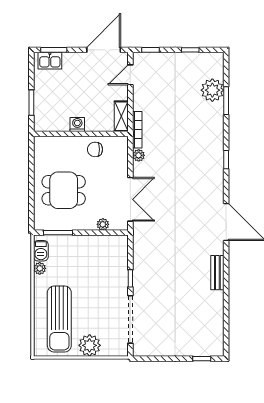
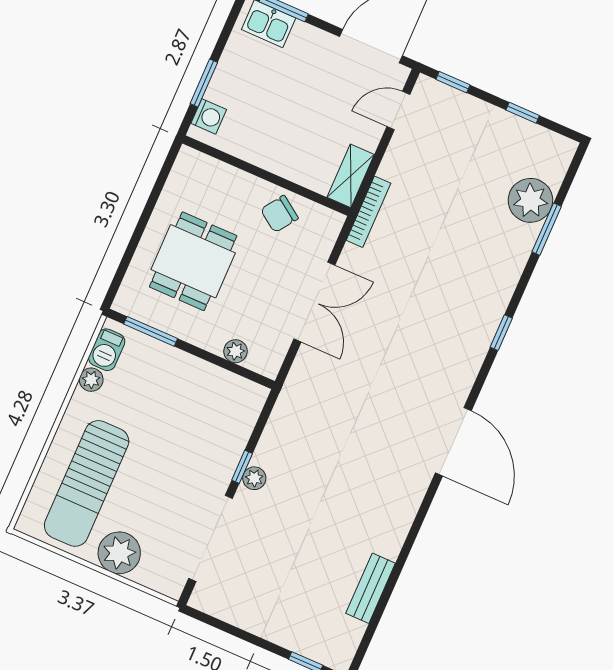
washing machine: (77, 124) -> (209, 116), moved, turned 90
chair: (95, 149) -> (279, 214), turned -55
plant: (139, 155) -> (254, 478), moved
dining table: (64, 190) -> (193, 261), turned 90
double door: (130, 199) -> (314, 302), moved
bench: (217, 273) -> (371, 588), moved

